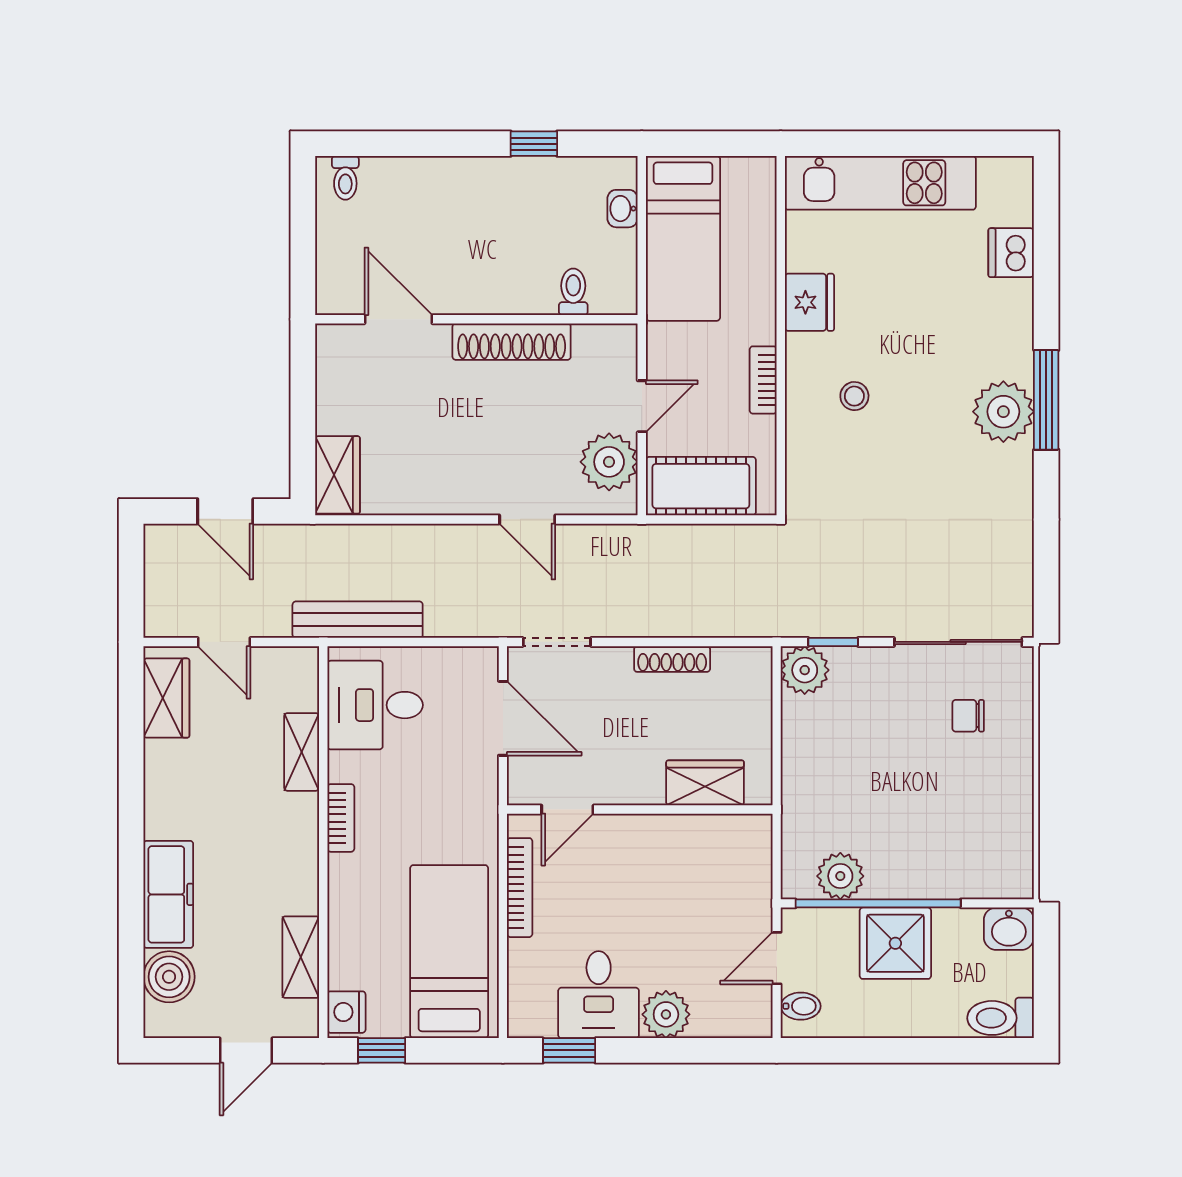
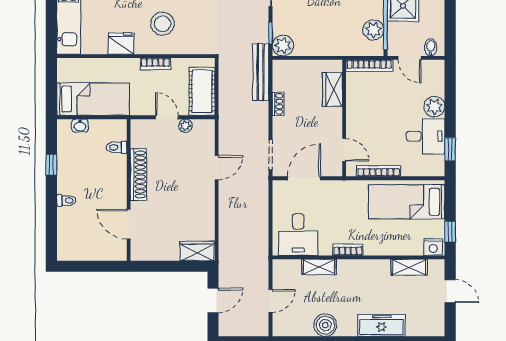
toilet: (345, 178) -> (66, 201), moved
door: (398, 319) -> (129, 224), hinge flipped
stool: (854, 396) -> (162, 24), width x1.89, depth x1.89
plant: (609, 462) -> (185, 126), width x0.53, depth x0.53
bench: (358, 620) -> (261, 72), moved
shoe rack: (672, 659) -> (278, 104), width x0.70
wardrobe: (166, 698) -> (295, 326), removed
bookcase: (759, 867) -> (369, 66), added
boiler: (169, 977) -> (325, 325), moved

